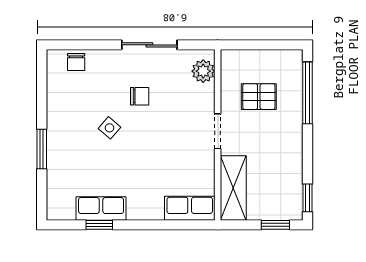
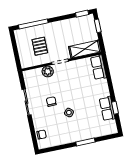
plant: (203, 71) -> (48, 71), moved

